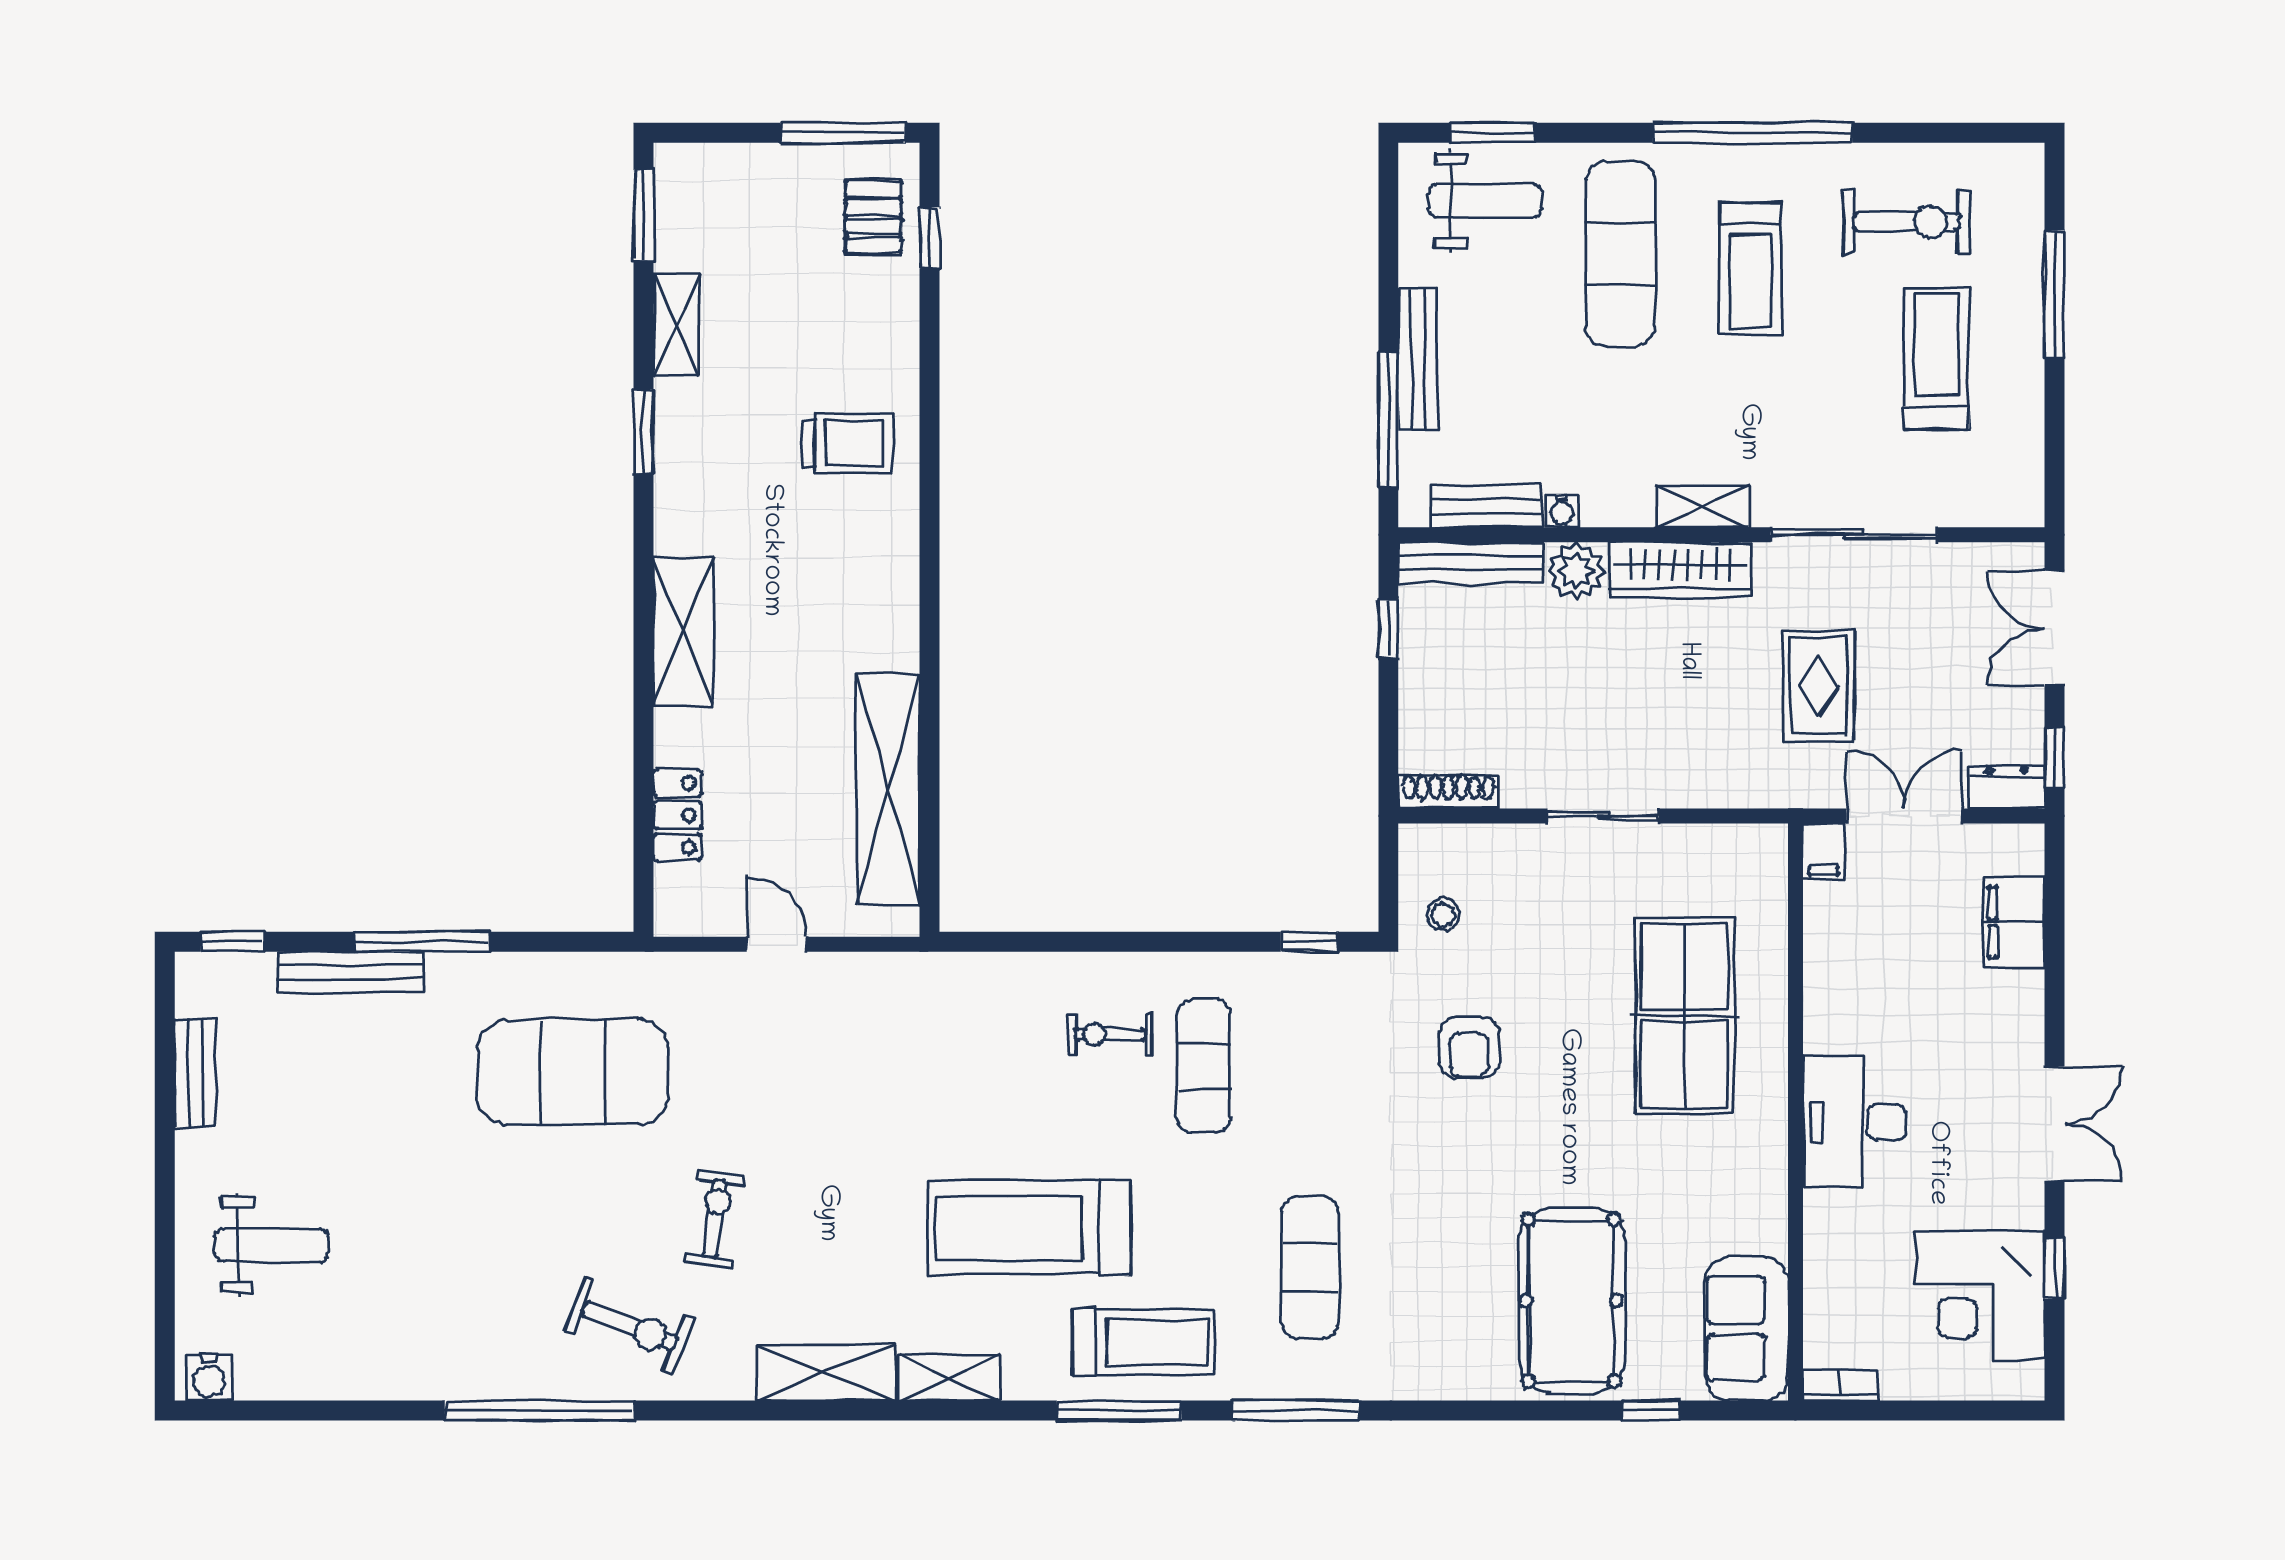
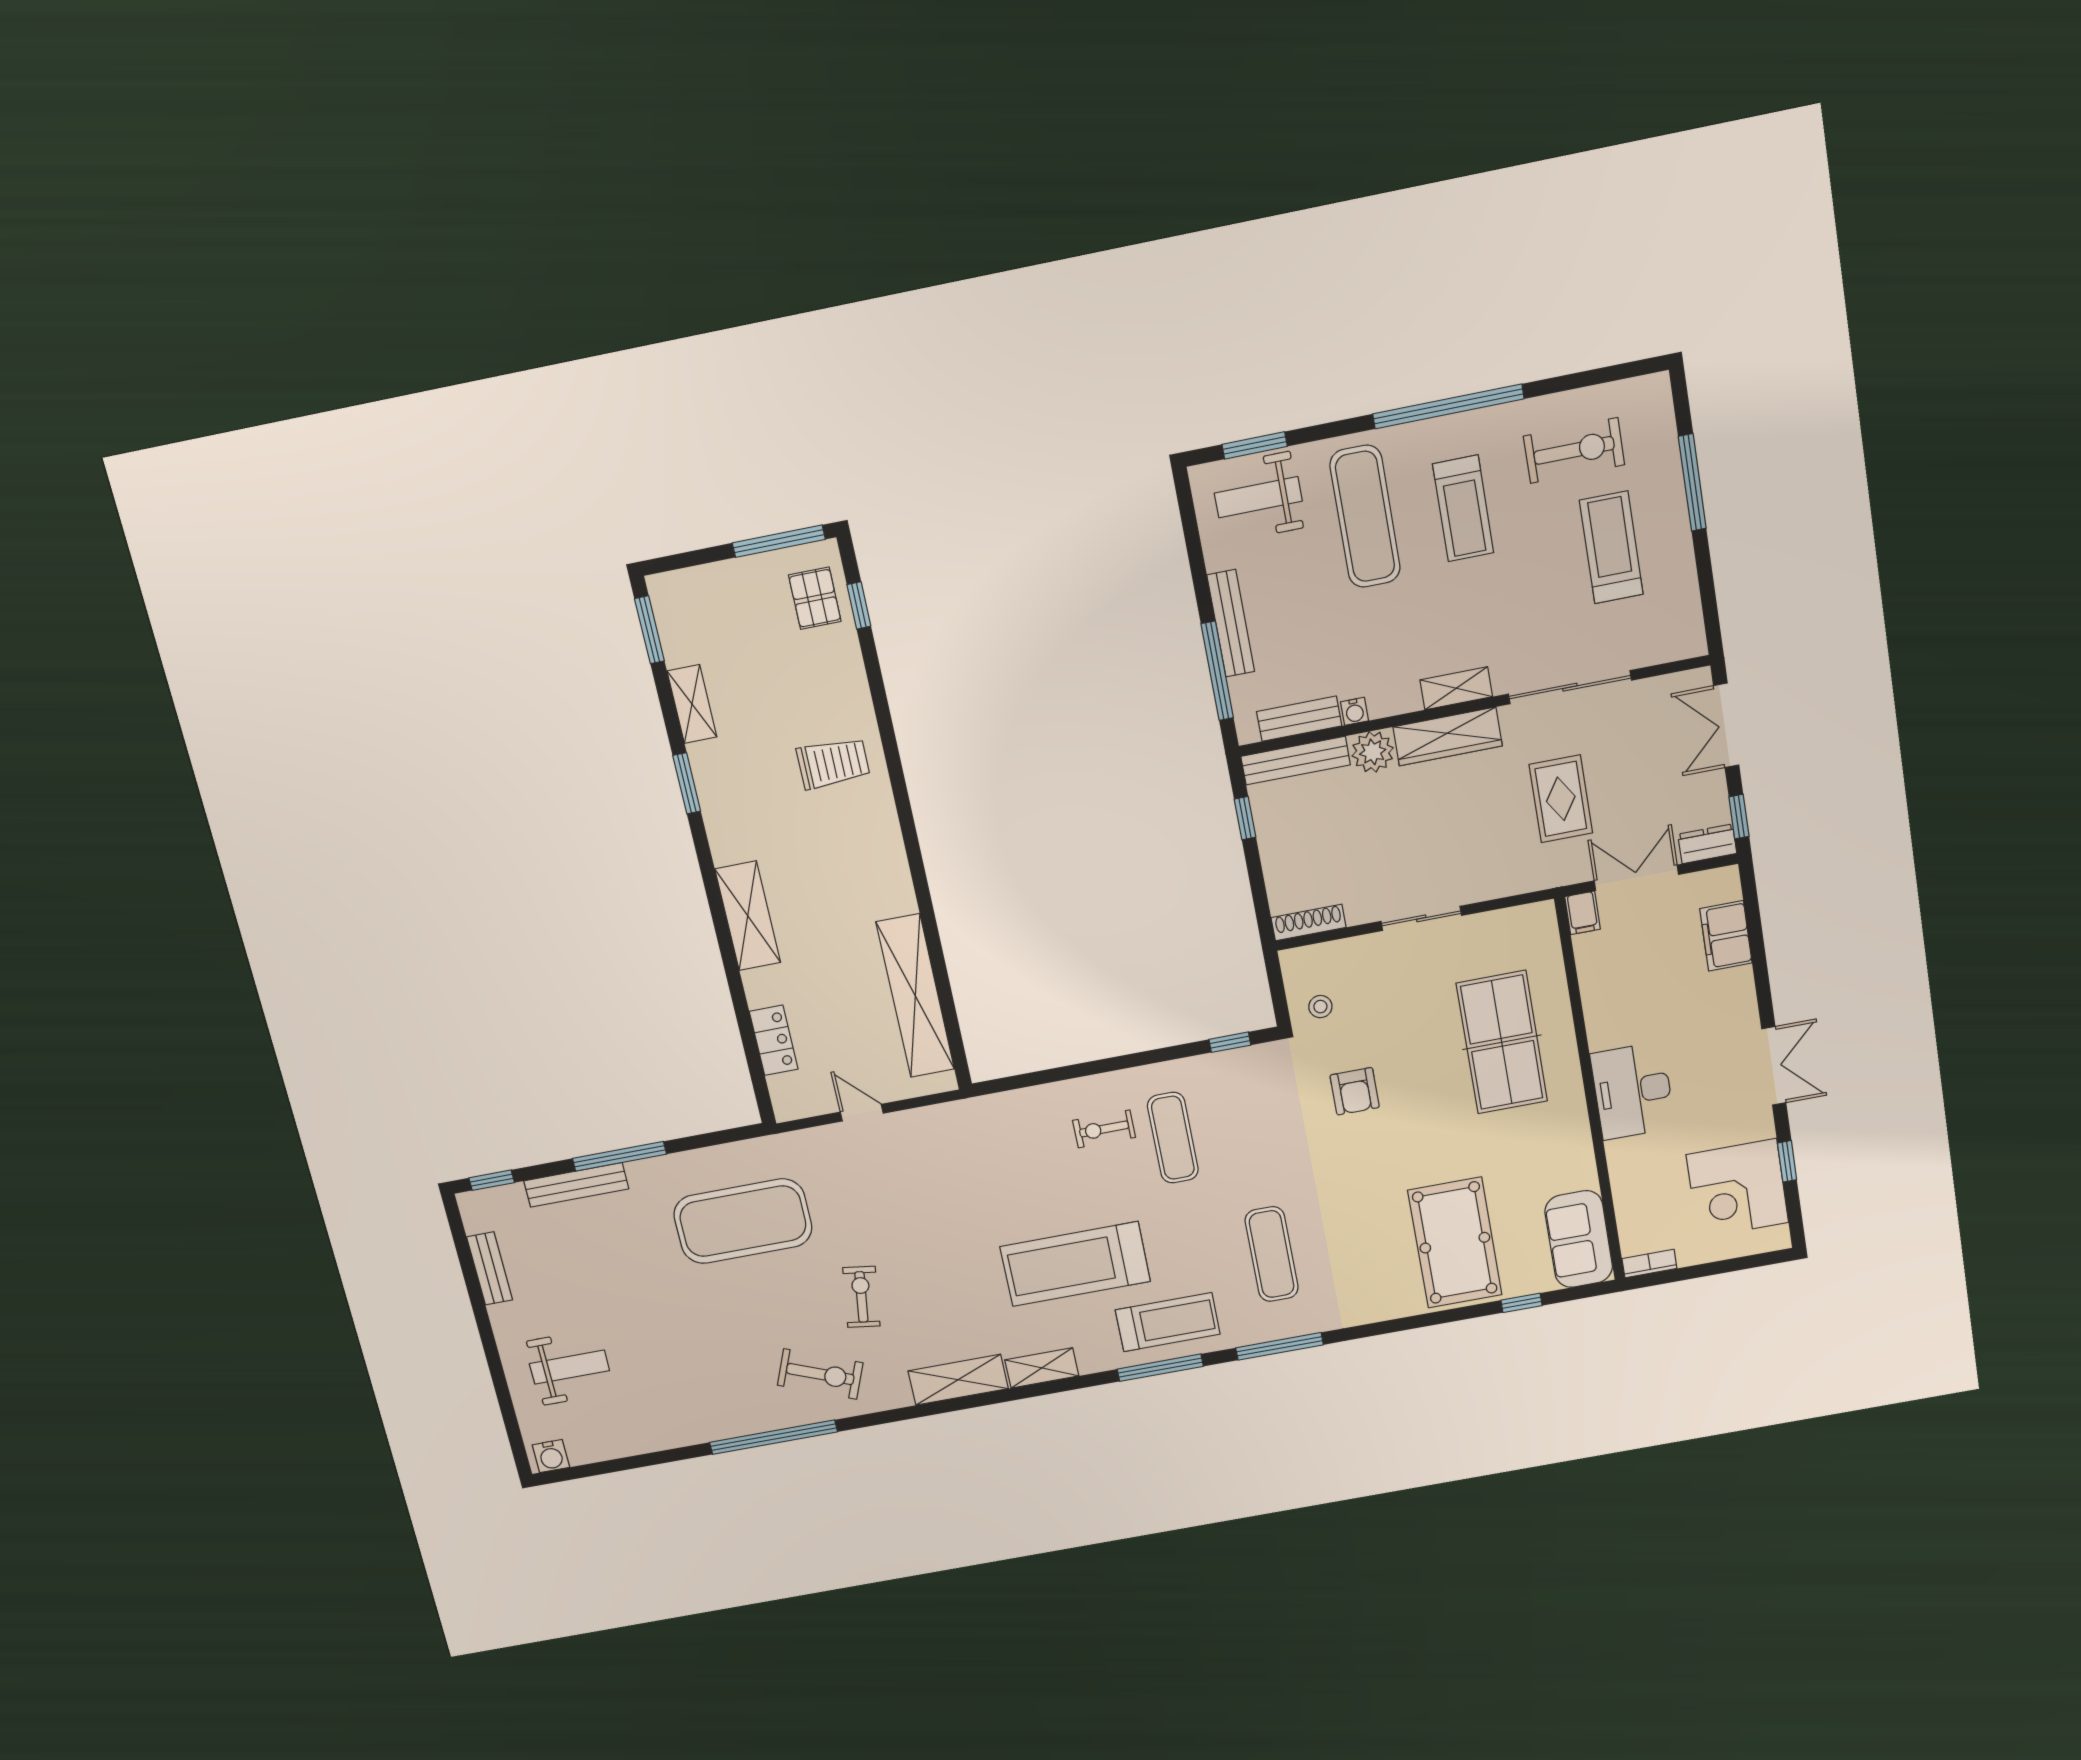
weight bench: (1485, 201) -> (1258, 497), turned 180

